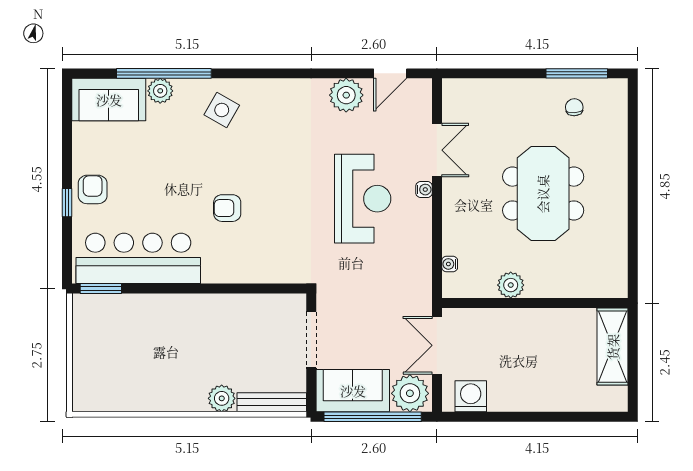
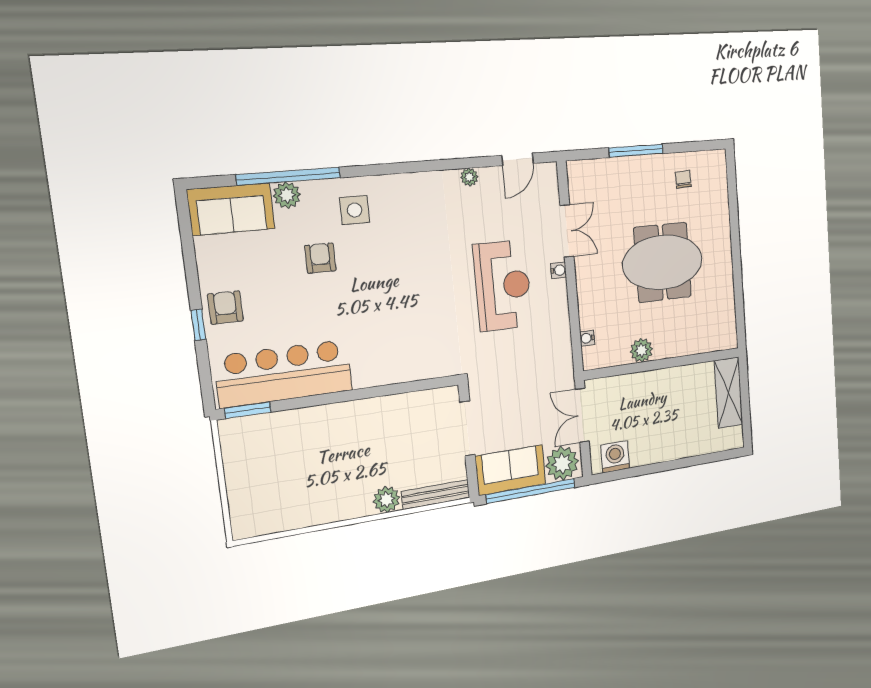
window: (577, 73) -> (636, 151), moved
plant: (346, 95) -> (469, 177), width x0.53, depth x0.53
side table: (222, 110) -> (355, 210), turned -30
meeting table: (543, 194) -> (663, 262), turned 90
armchair: (227, 208) -> (320, 258), moved, turned 90

